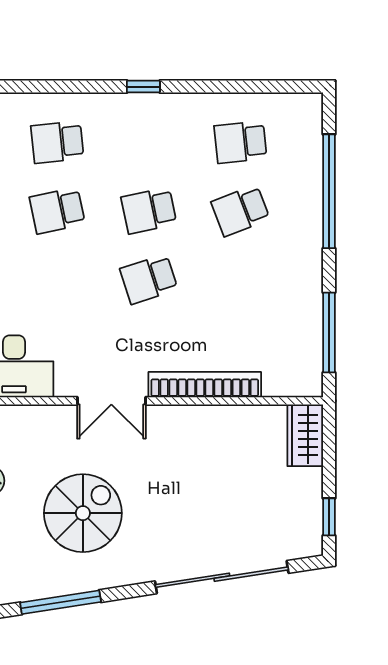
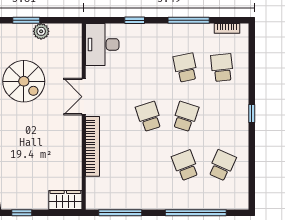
school desk: (240, 142) -> (222, 165), turned 30
school desk: (149, 211) -> (185, 117), turned 30

